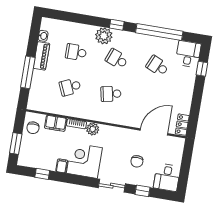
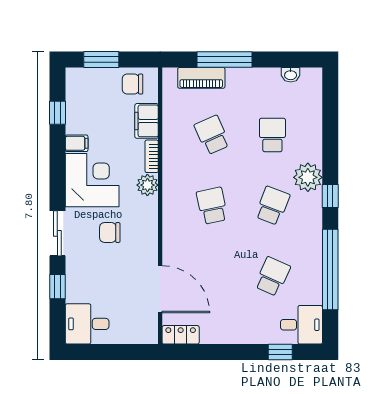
piano: (41, 56) -> (201, 78), moved
chair: (137, 161) -> (110, 232), moved

